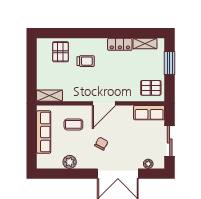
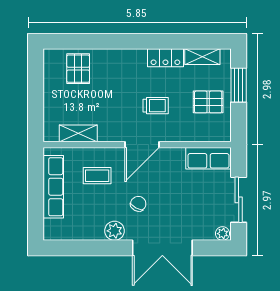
trolley: (86, 61) -> (156, 106), moved
pallet: (151, 88) -> (208, 102), moved
shelving: (50, 96) -> (78, 133), moved
plant: (70, 162) -> (115, 231), moved
plant: (148, 164) -> (223, 234), moved

